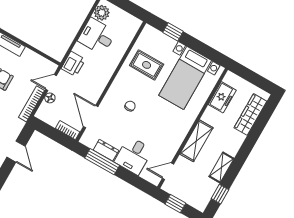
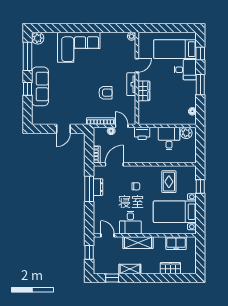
wardrobe: (25, 34) -> (144, 91), added
wardrobe: (250, 114) -> (170, 268), width x0.67
desk: (134, 156) -> (130, 223), moved, turned -90

